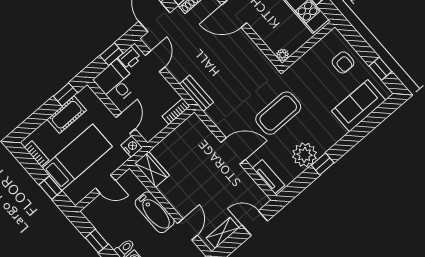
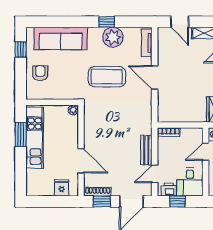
bench: (196, 93) -> (146, 150), moved
sofa: (359, 106) -> (61, 38), width x1.36

